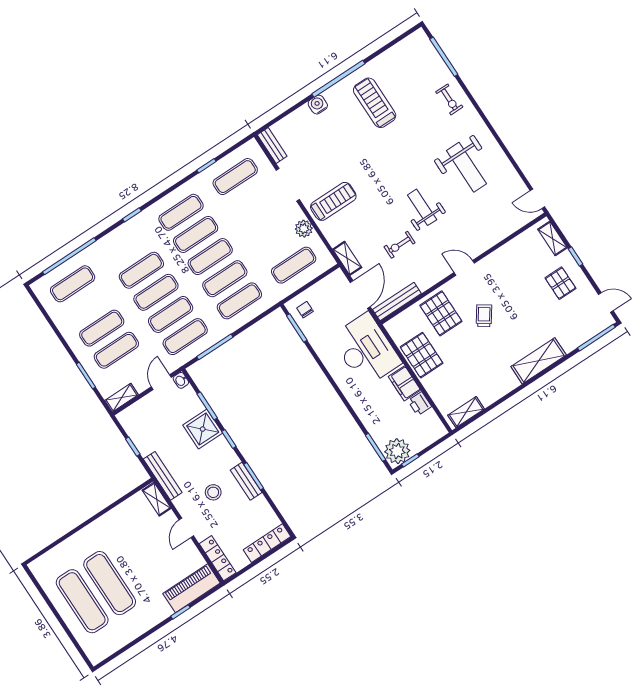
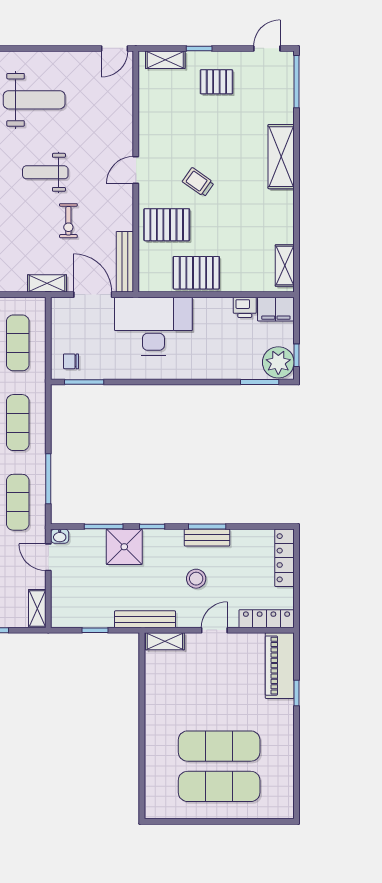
filing cabinet: (405, 383) -> (276, 309), moved
door: (186, 528) -> (214, 630), swing flipped

